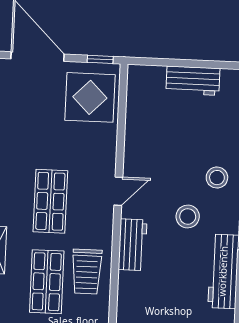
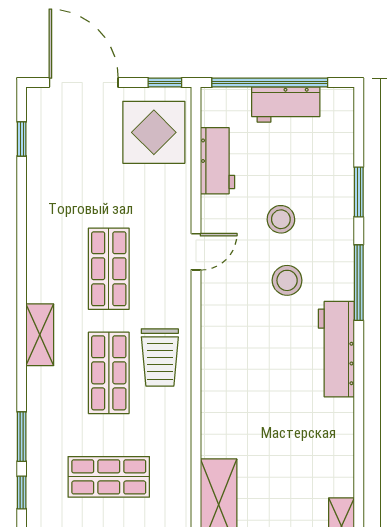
window: (181, 63) -> (270, 83), added
stool: (217, 178) -> (281, 219), moved
workbench: (133, 245) -> (217, 161), moved

